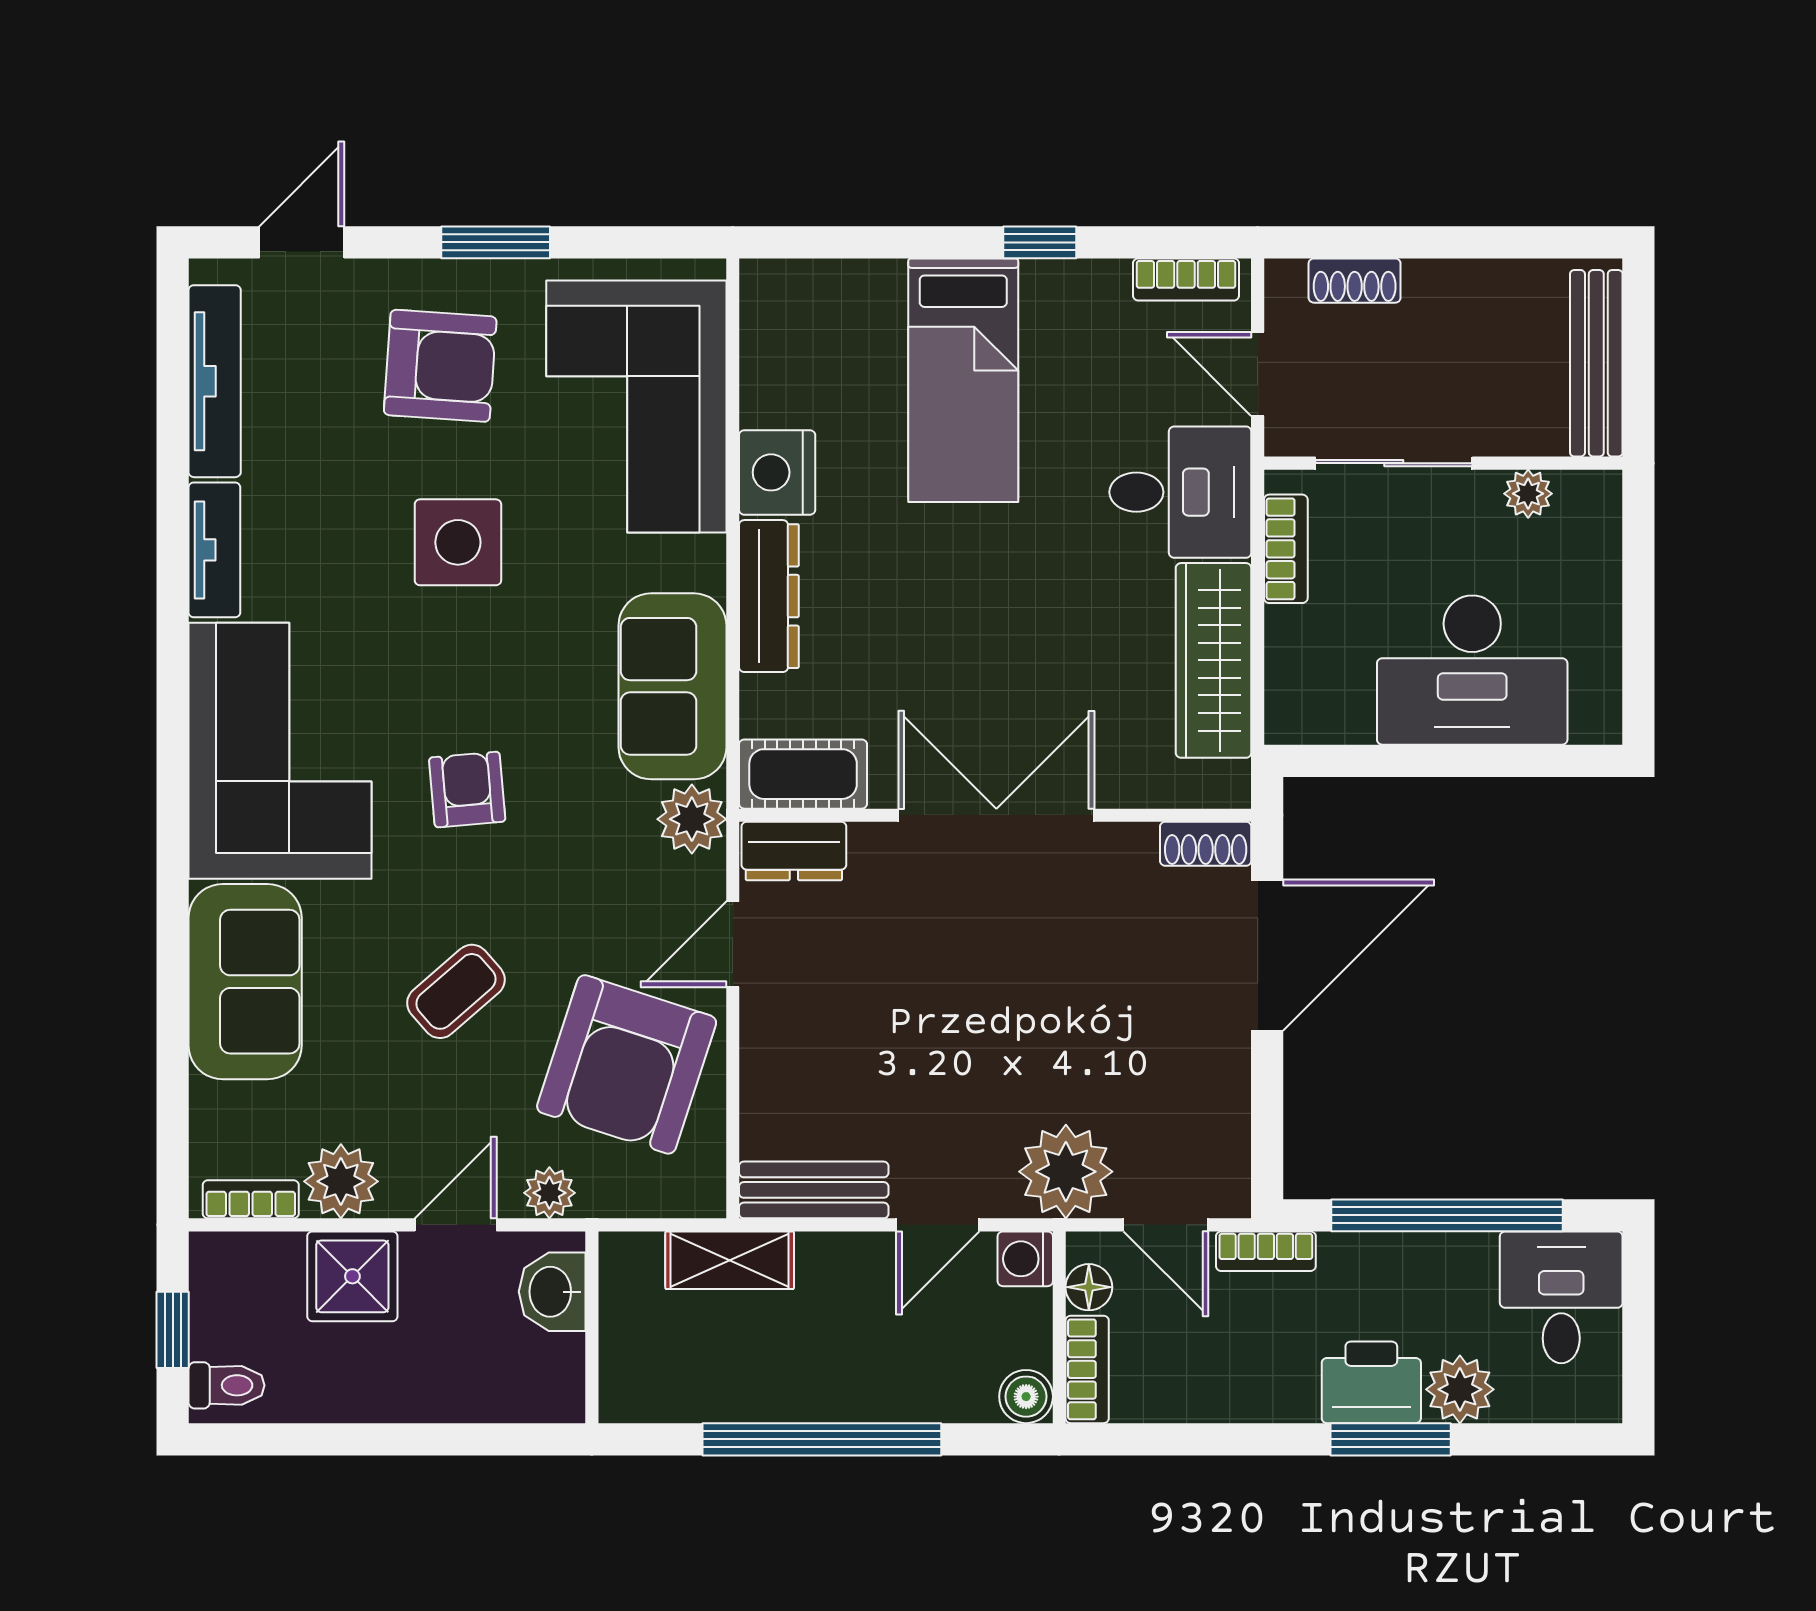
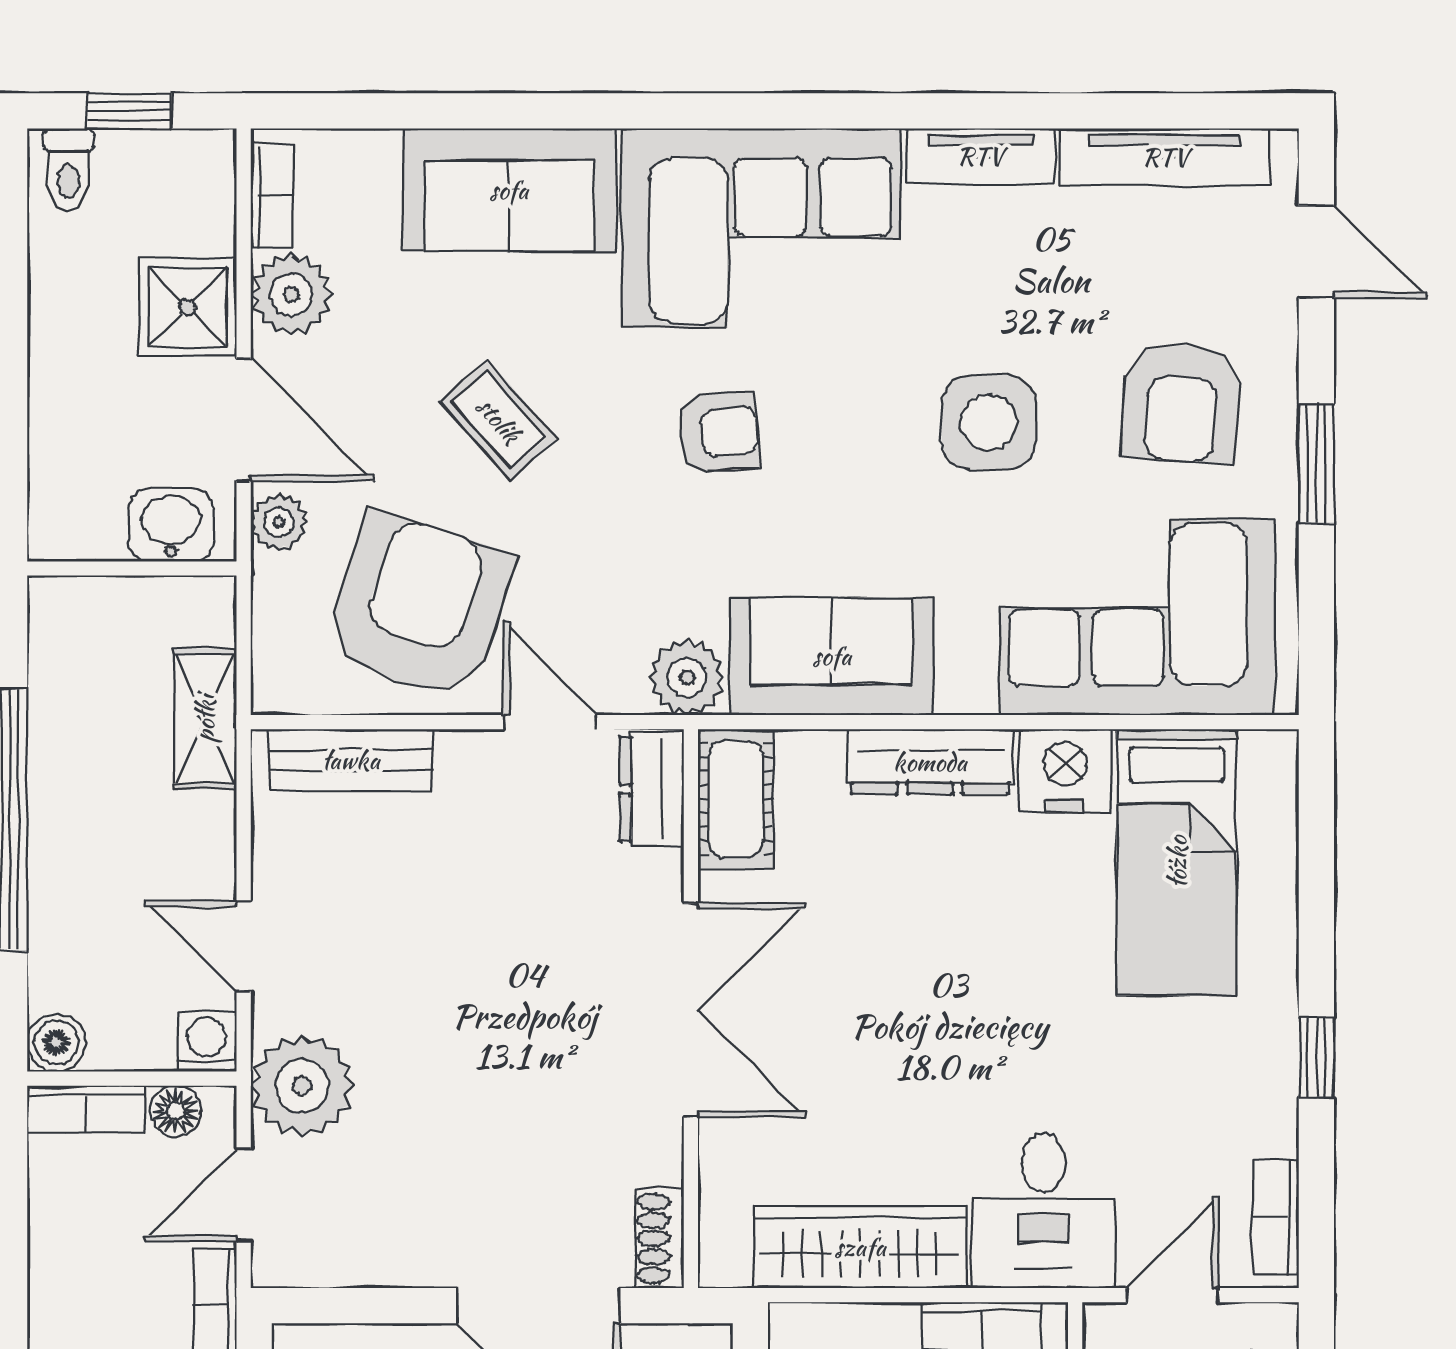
bed: (963, 380) -> (1177, 862), moved, turned -90
armchair: (627, 1064) -> (419, 606), turned 90
bench: (814, 1190) -> (351, 760), moved, turned 90
door: (456, 1225) -> (244, 420), width x1.38

